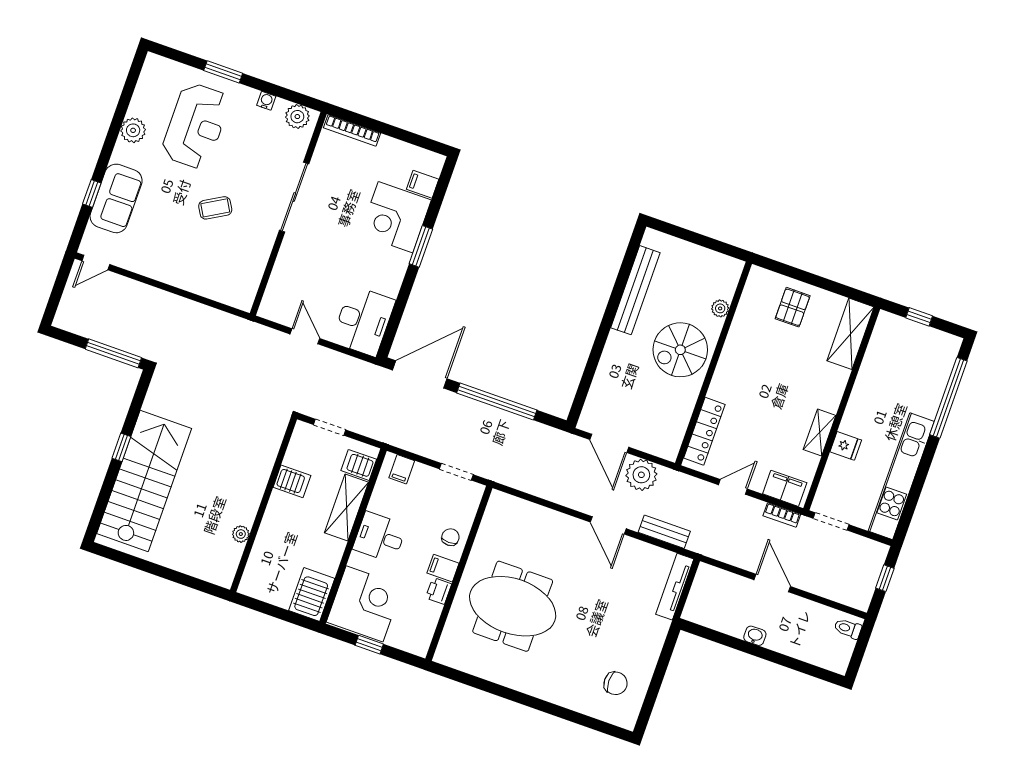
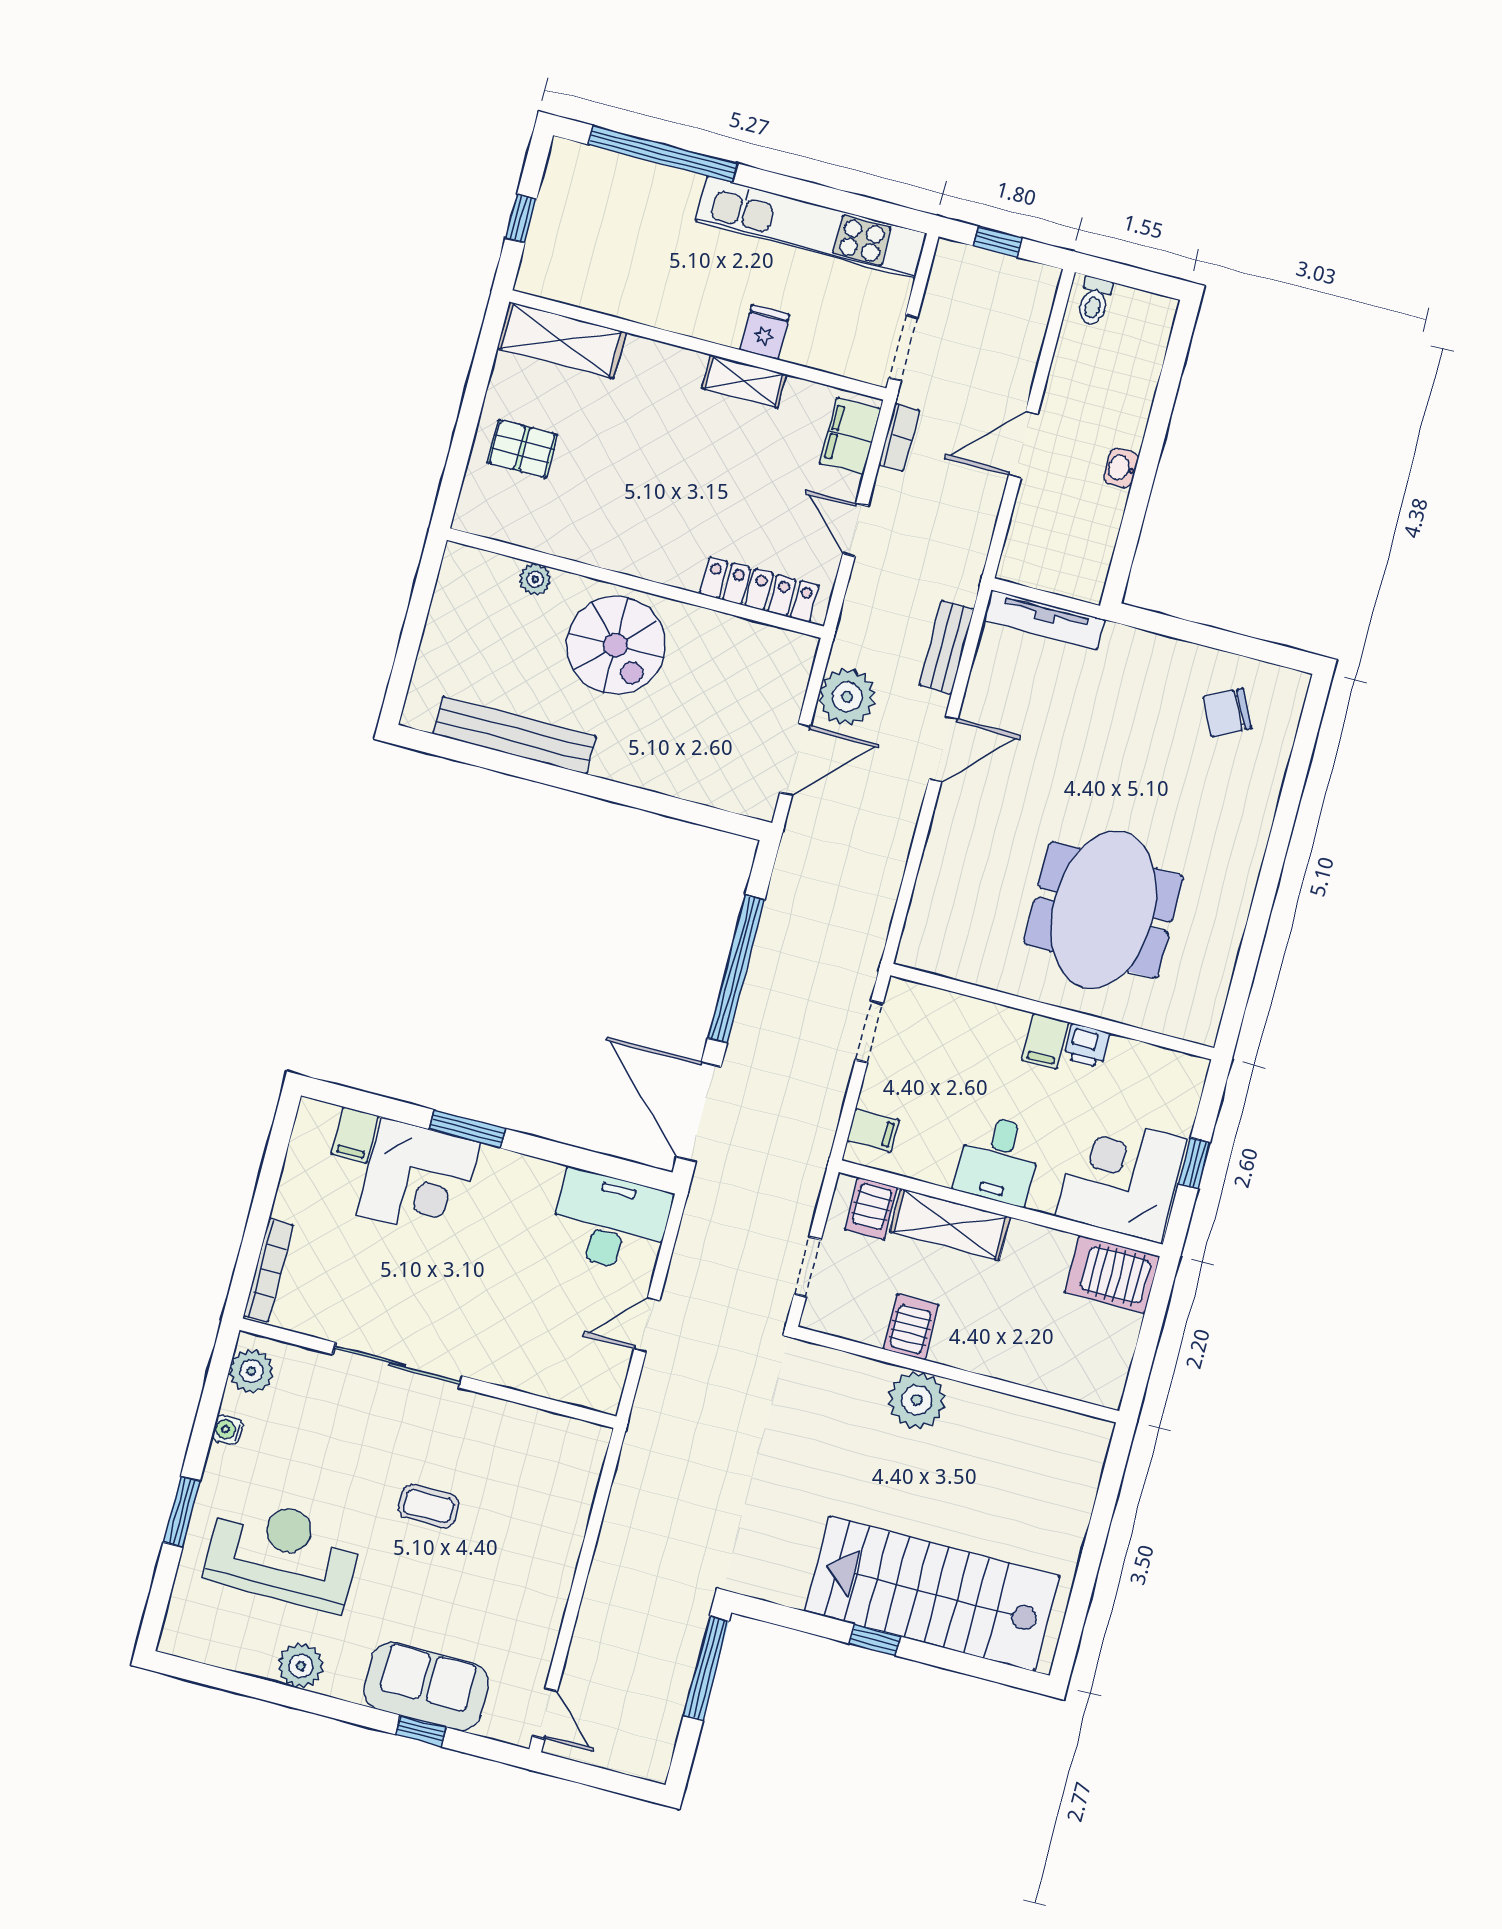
coffee table: (215, 208) -> (429, 1506), turned -60
plant: (241, 534) -> (917, 1400), moved, width x1.88, depth x1.88
chair: (450, 537) -> (988, 1032), removed
chair: (616, 683) -> (1227, 712), turned -117

